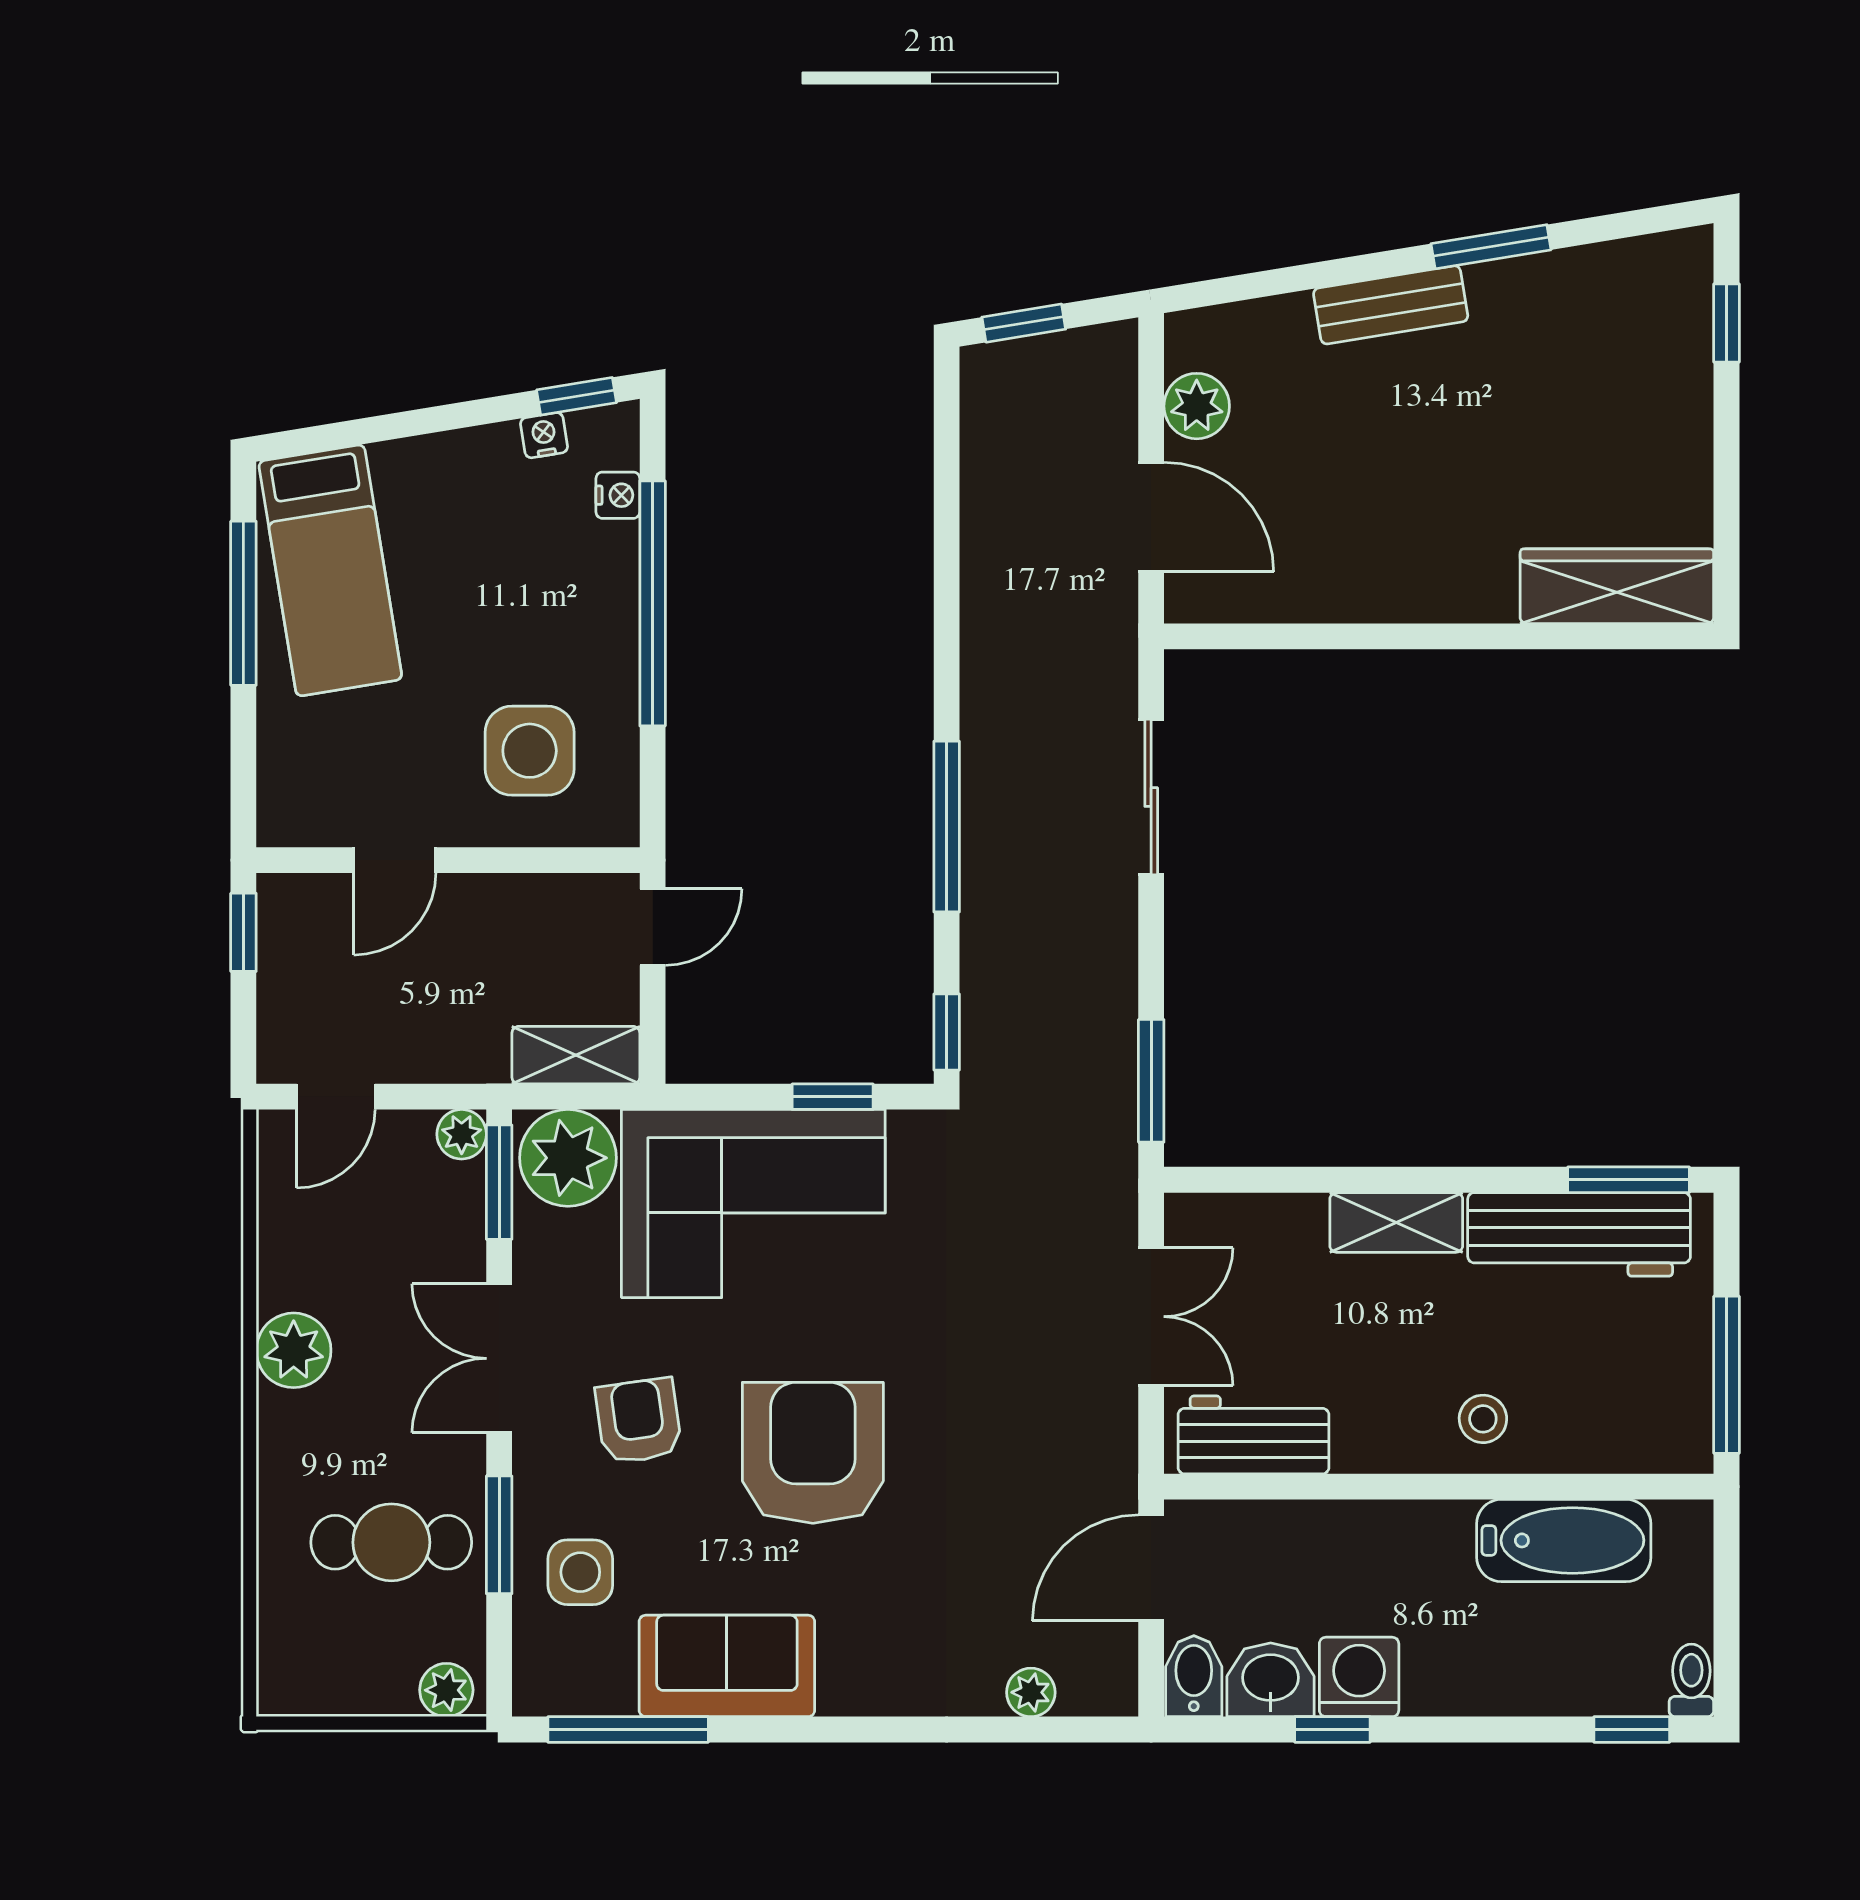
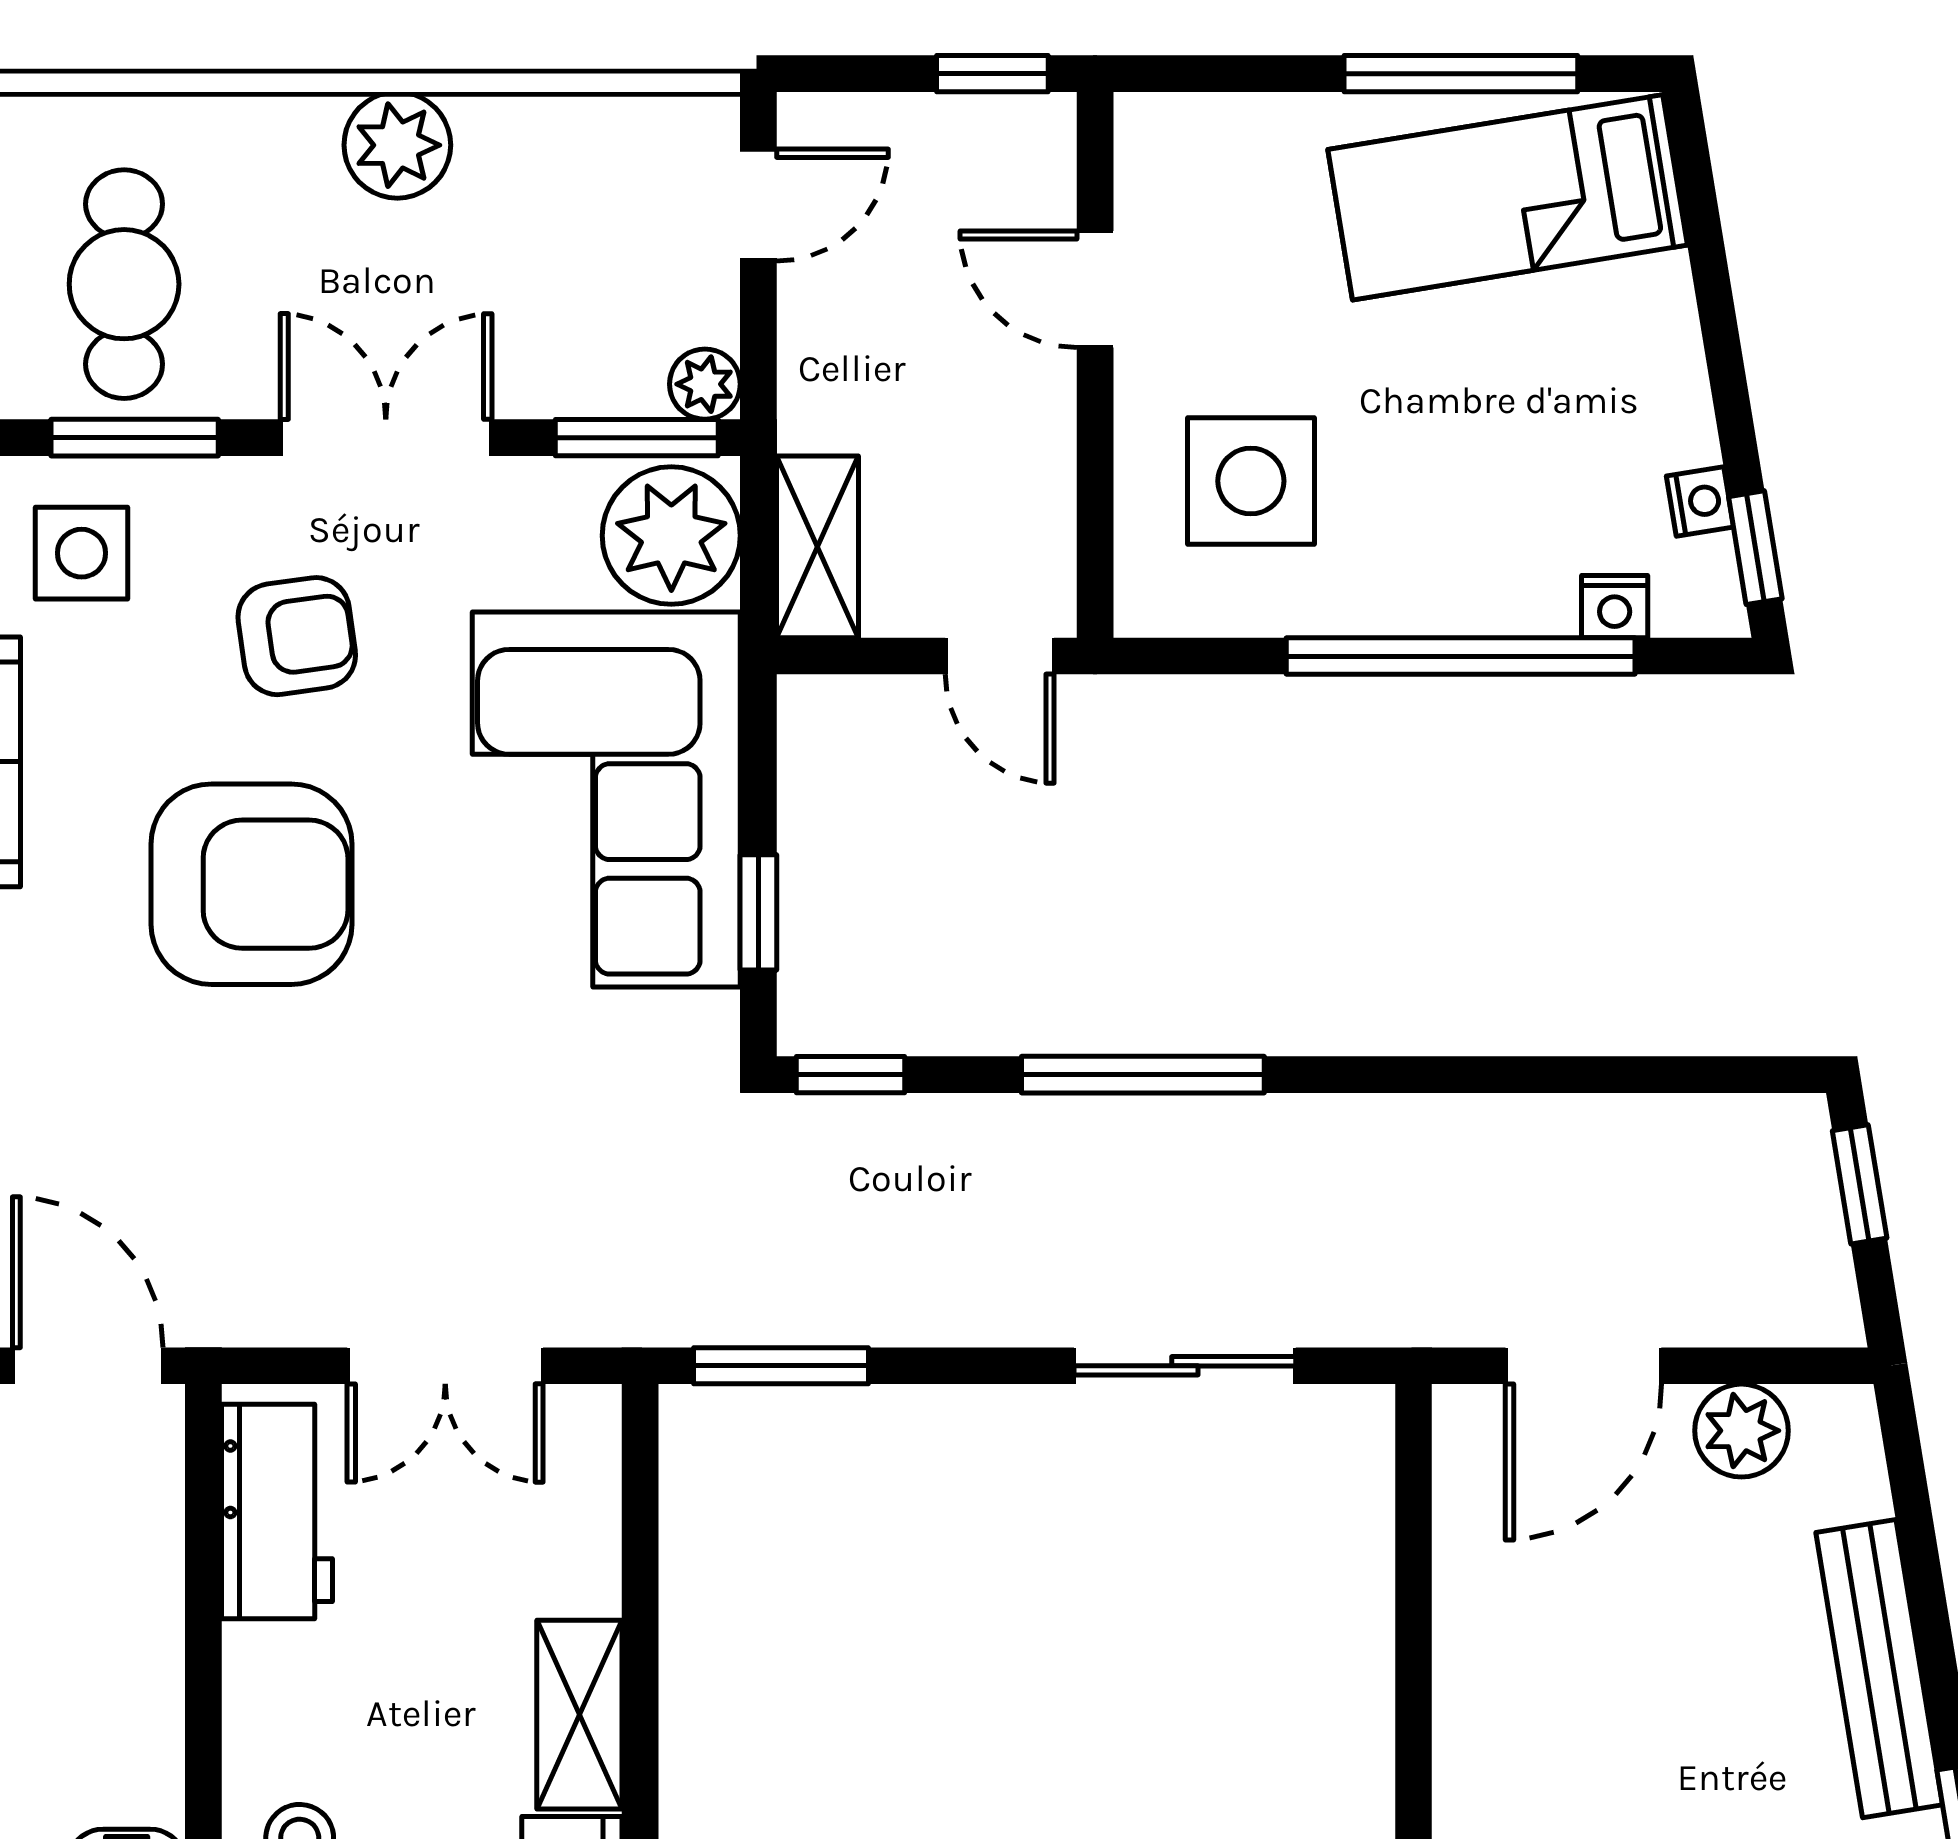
bench: (1391, 305) -> (1879, 1669), width x1.36
door: (336, 1097) -> (758, 205), swing flipped

